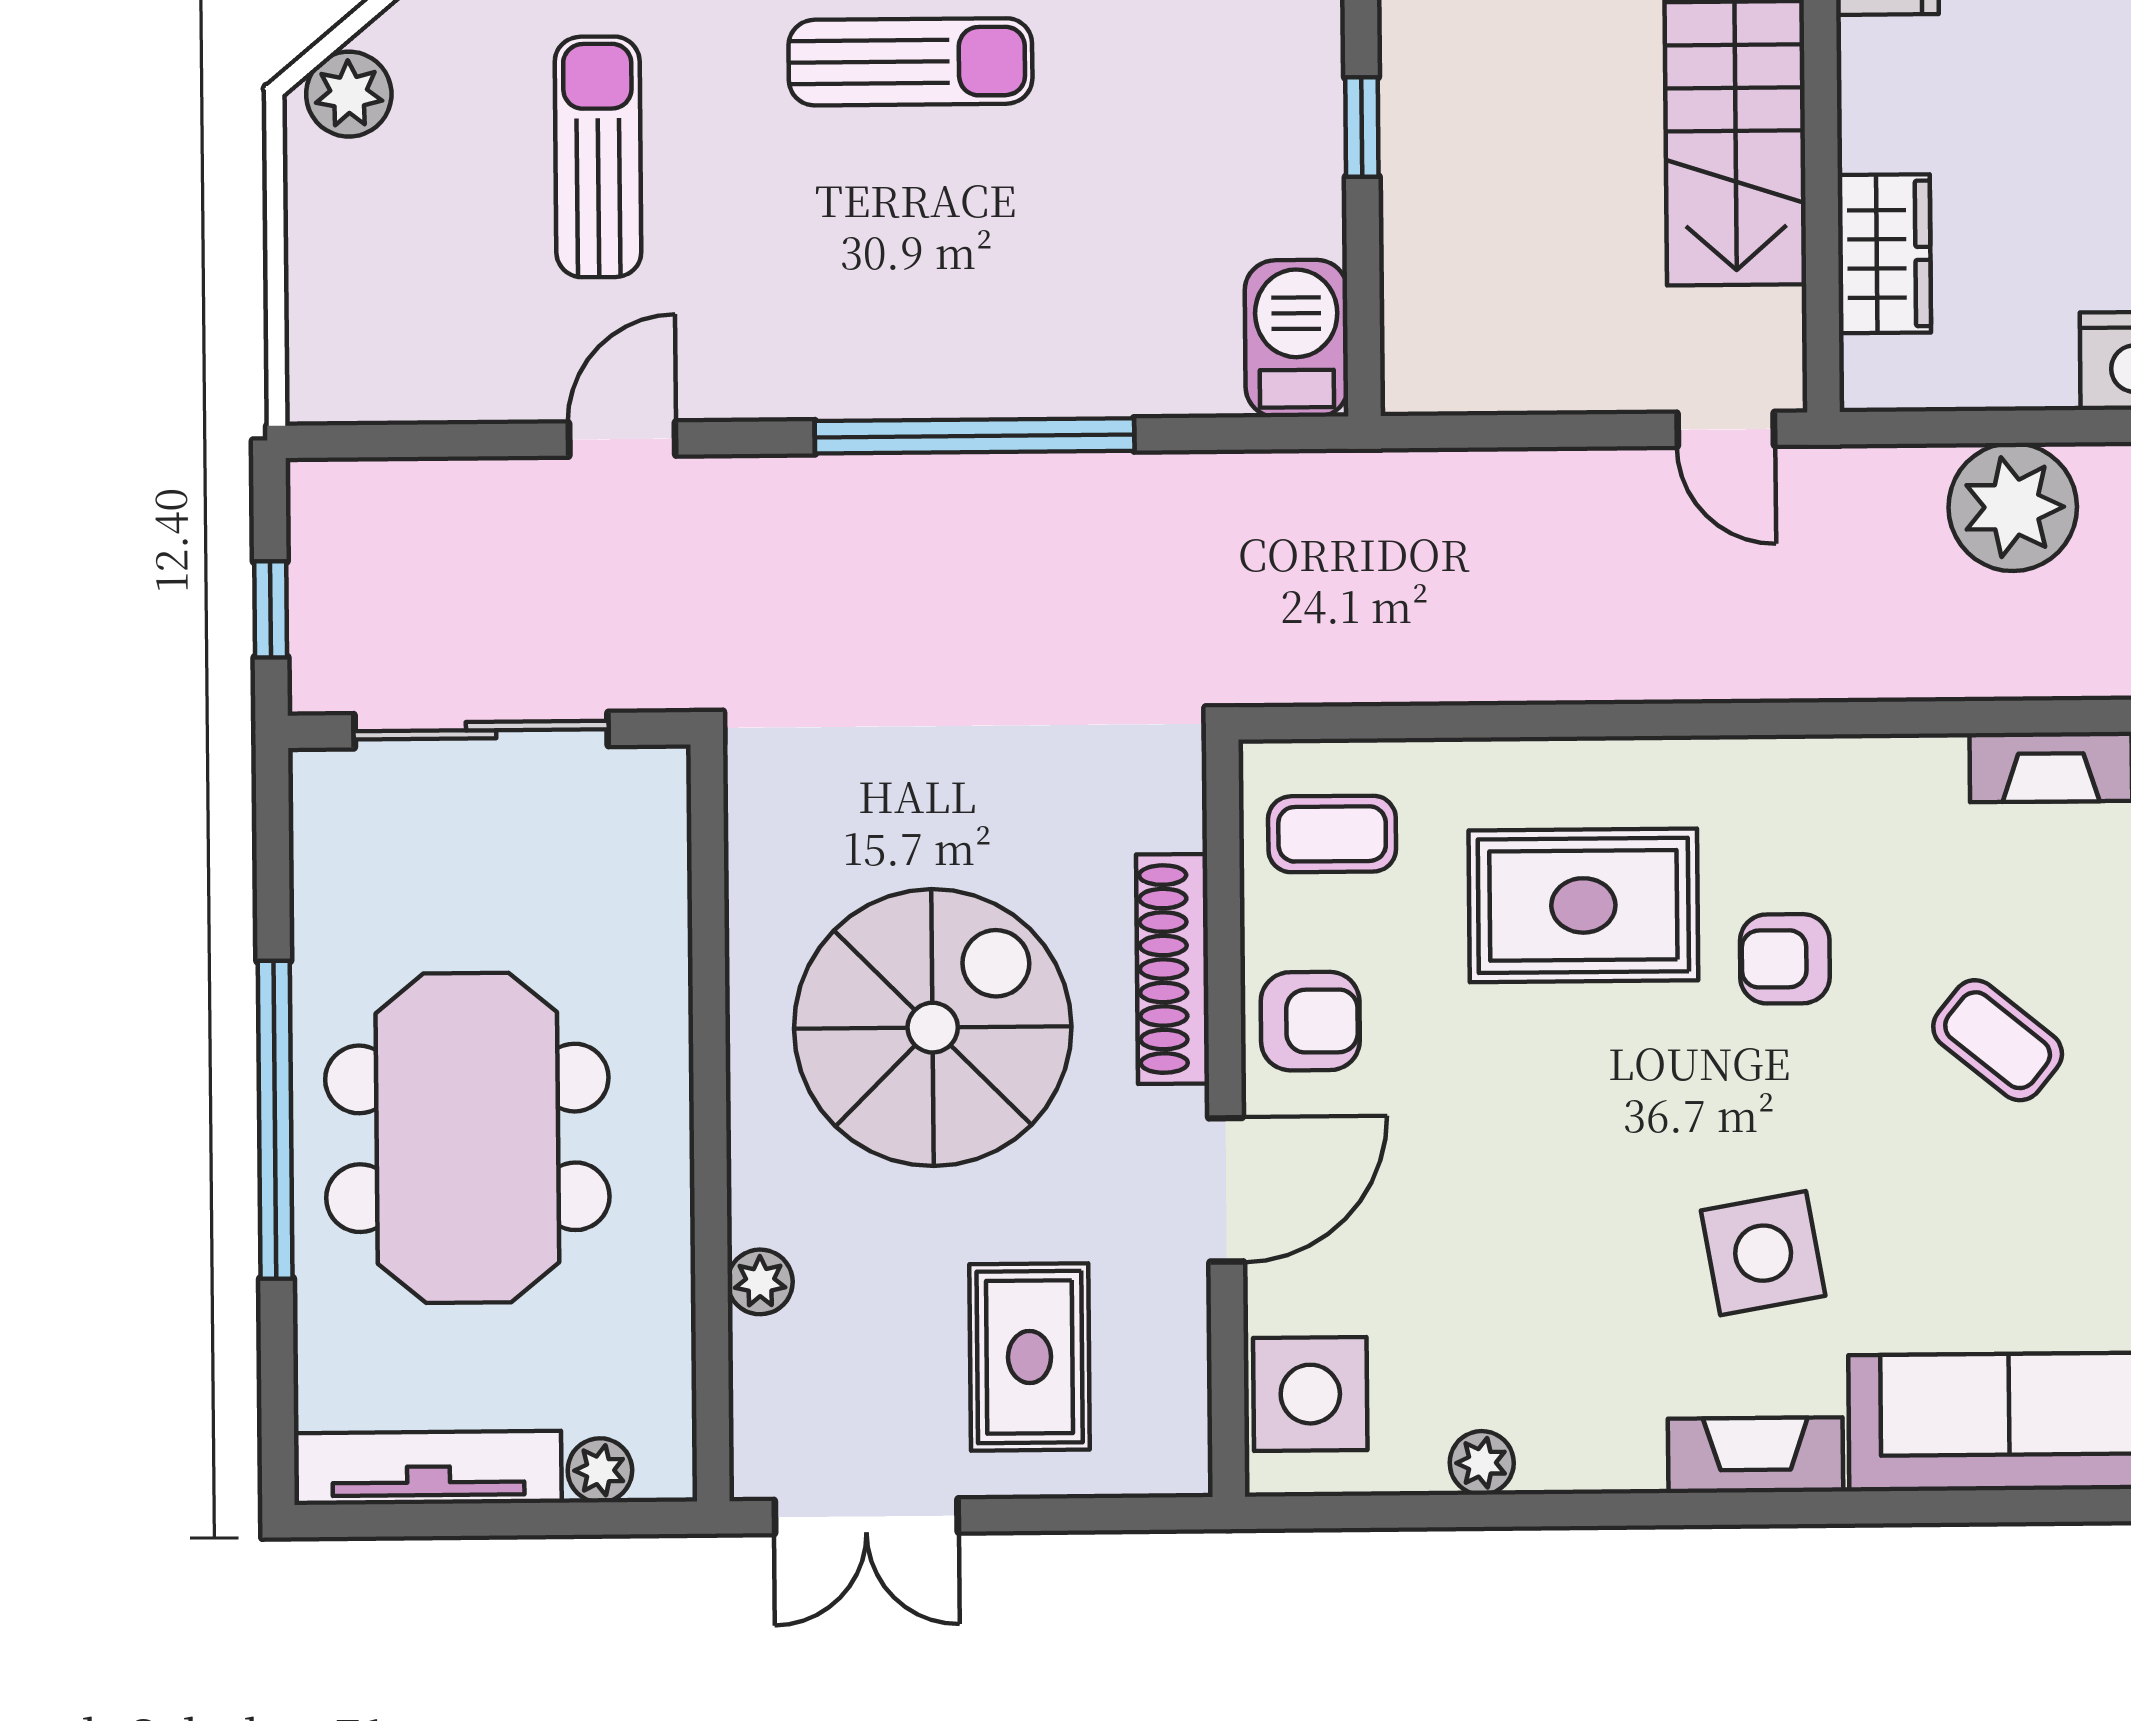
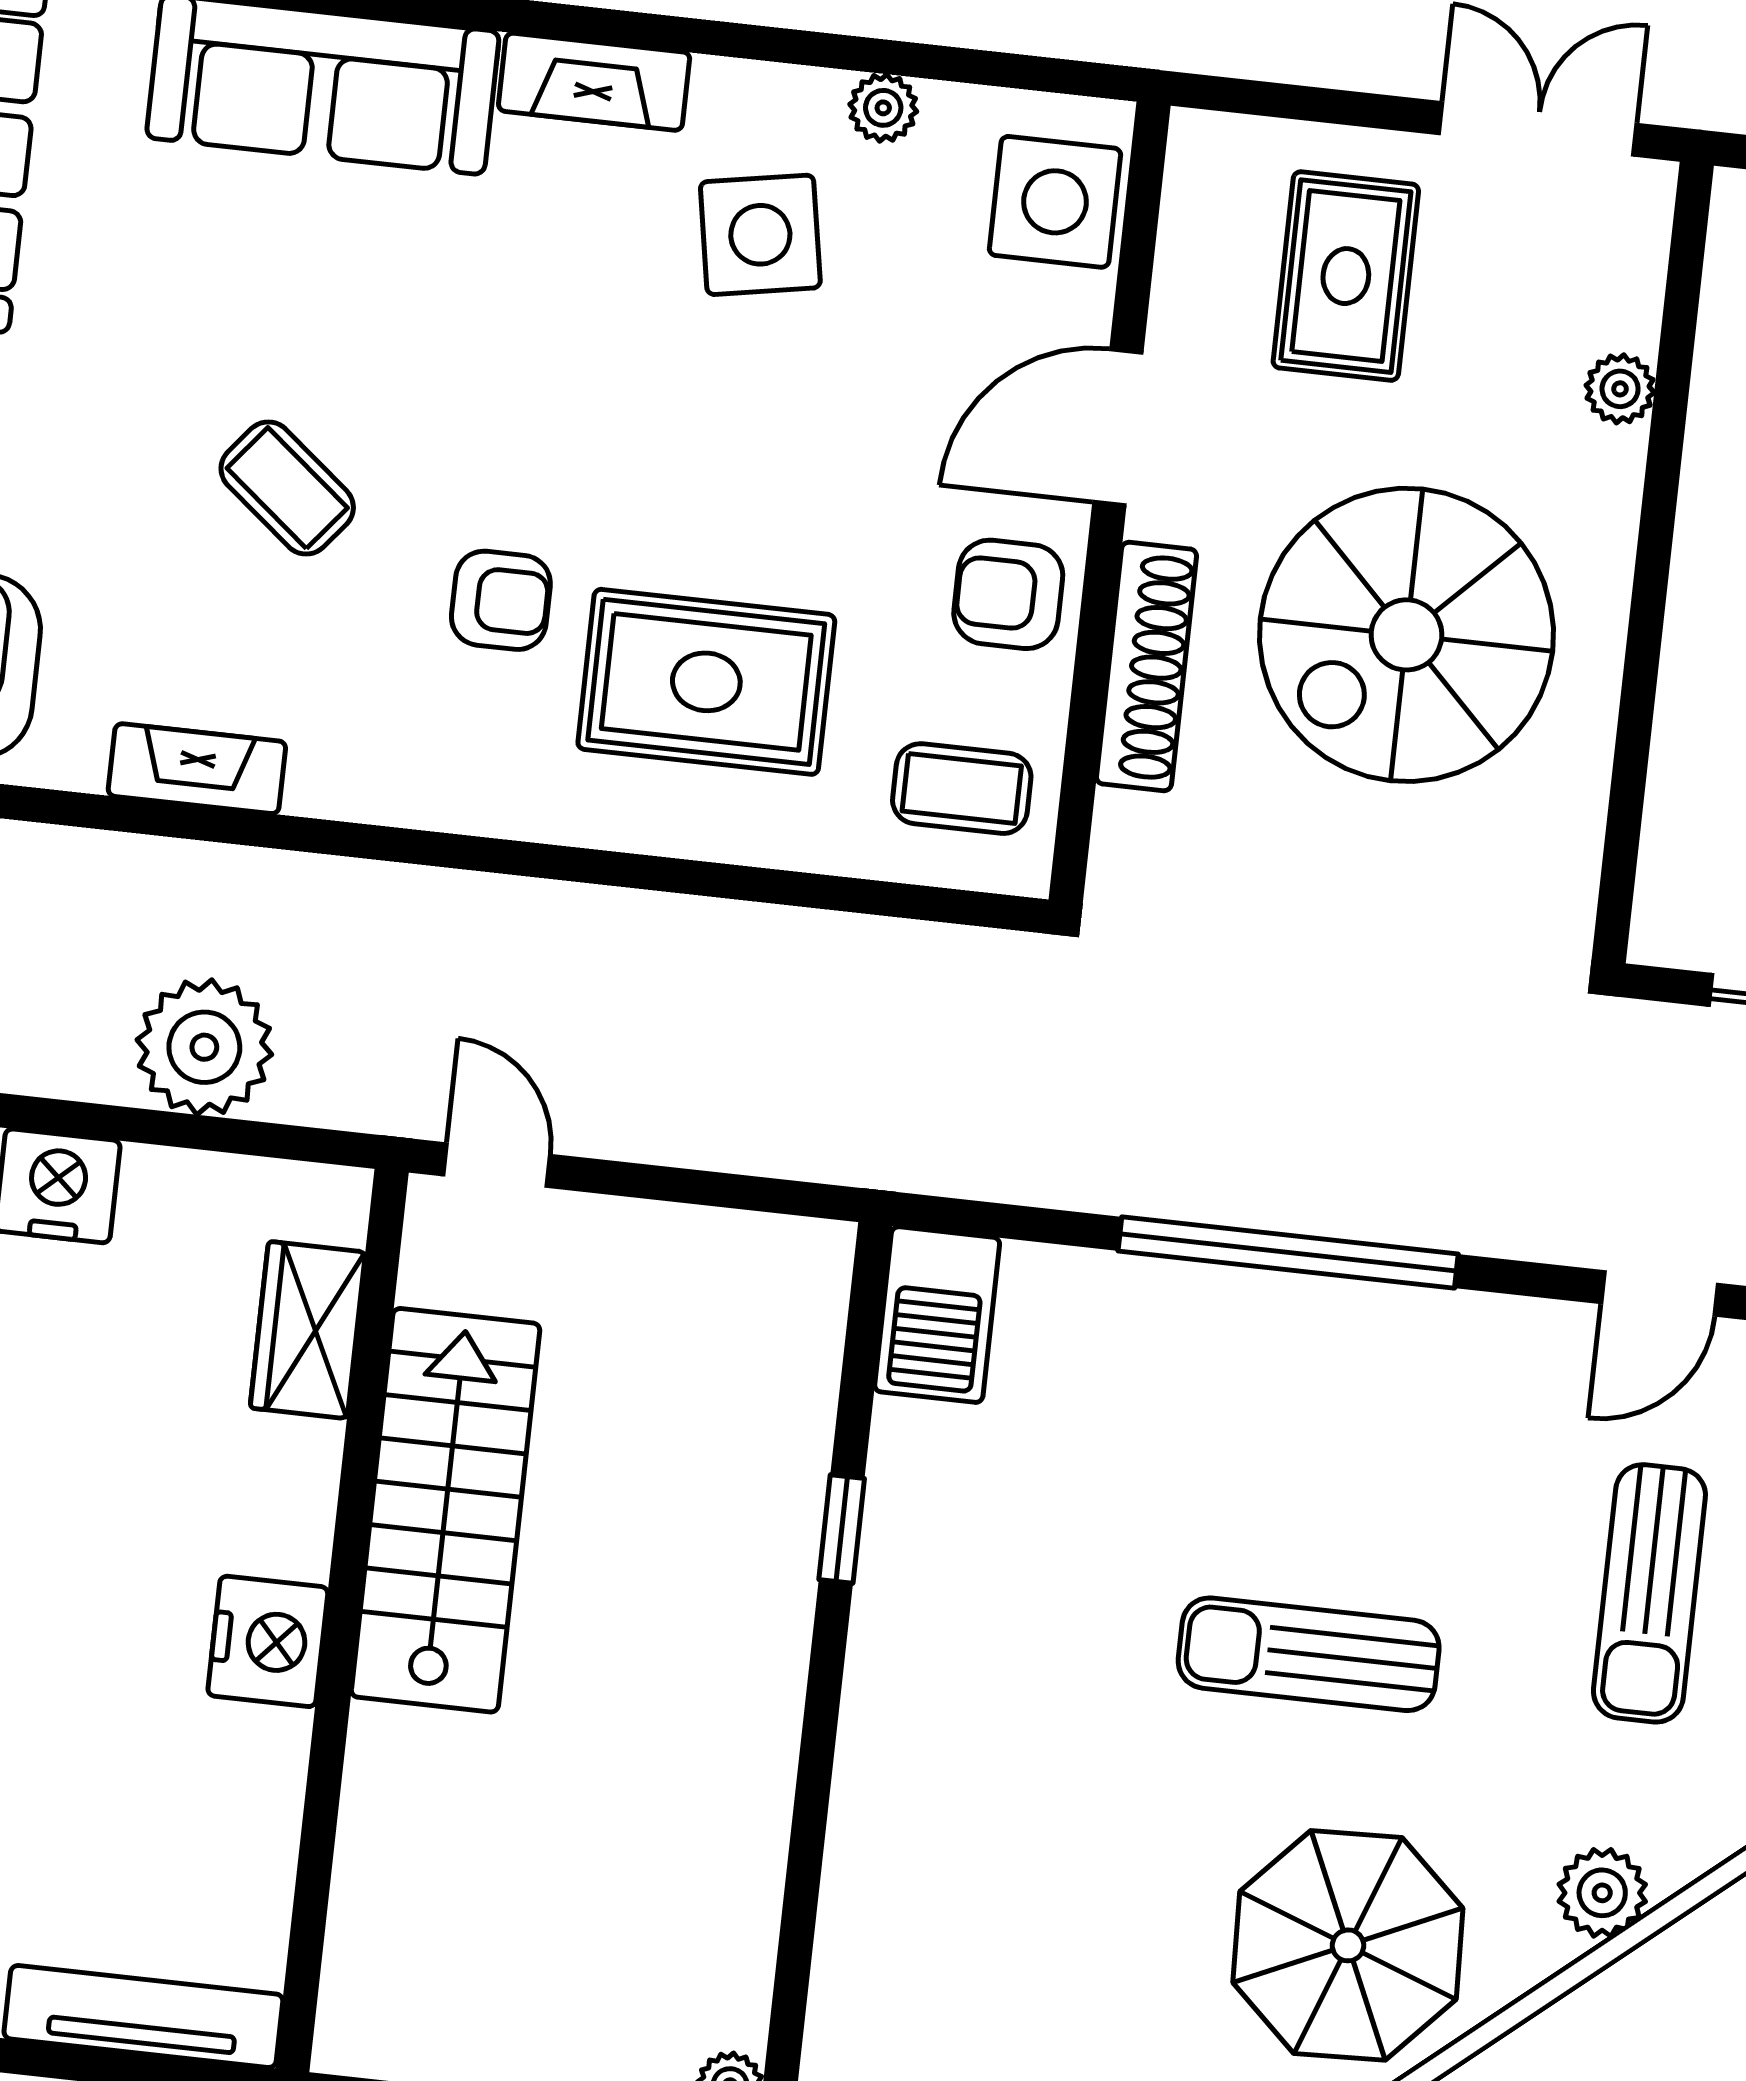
side table: (1763, 1253) -> (760, 235), moved

